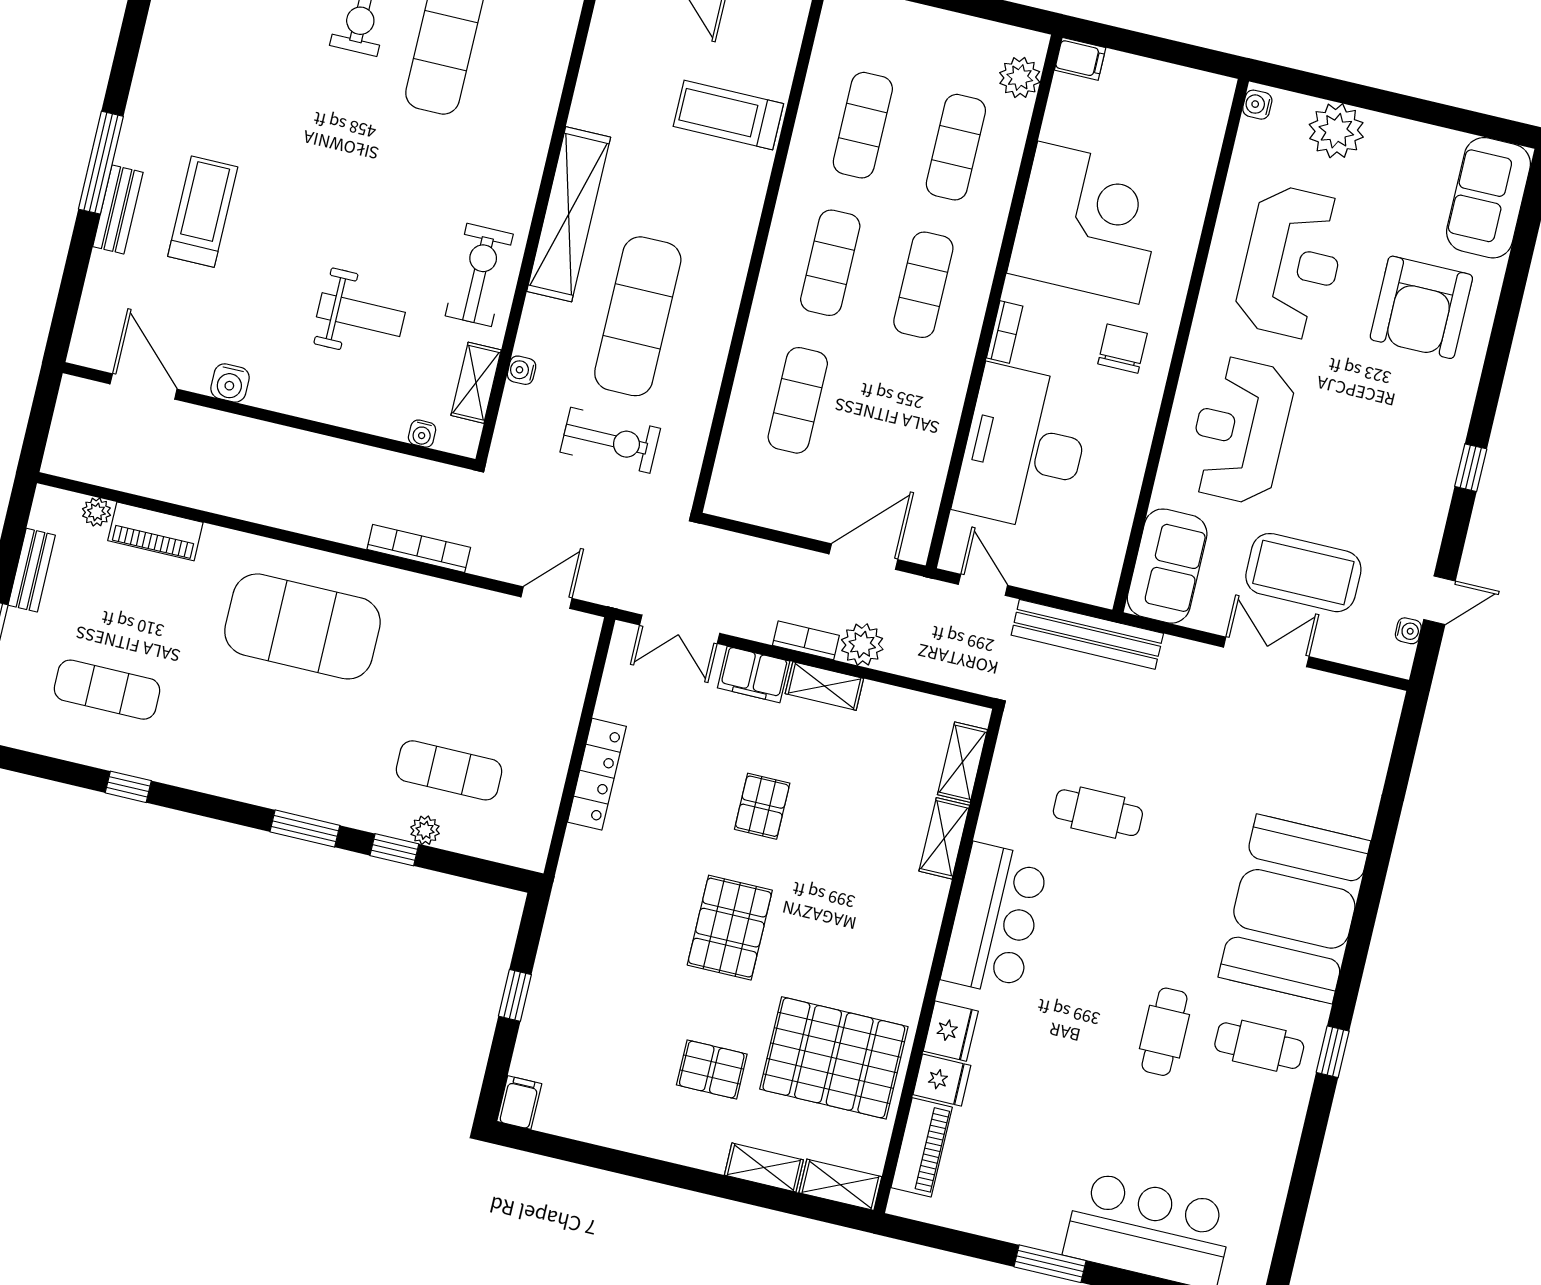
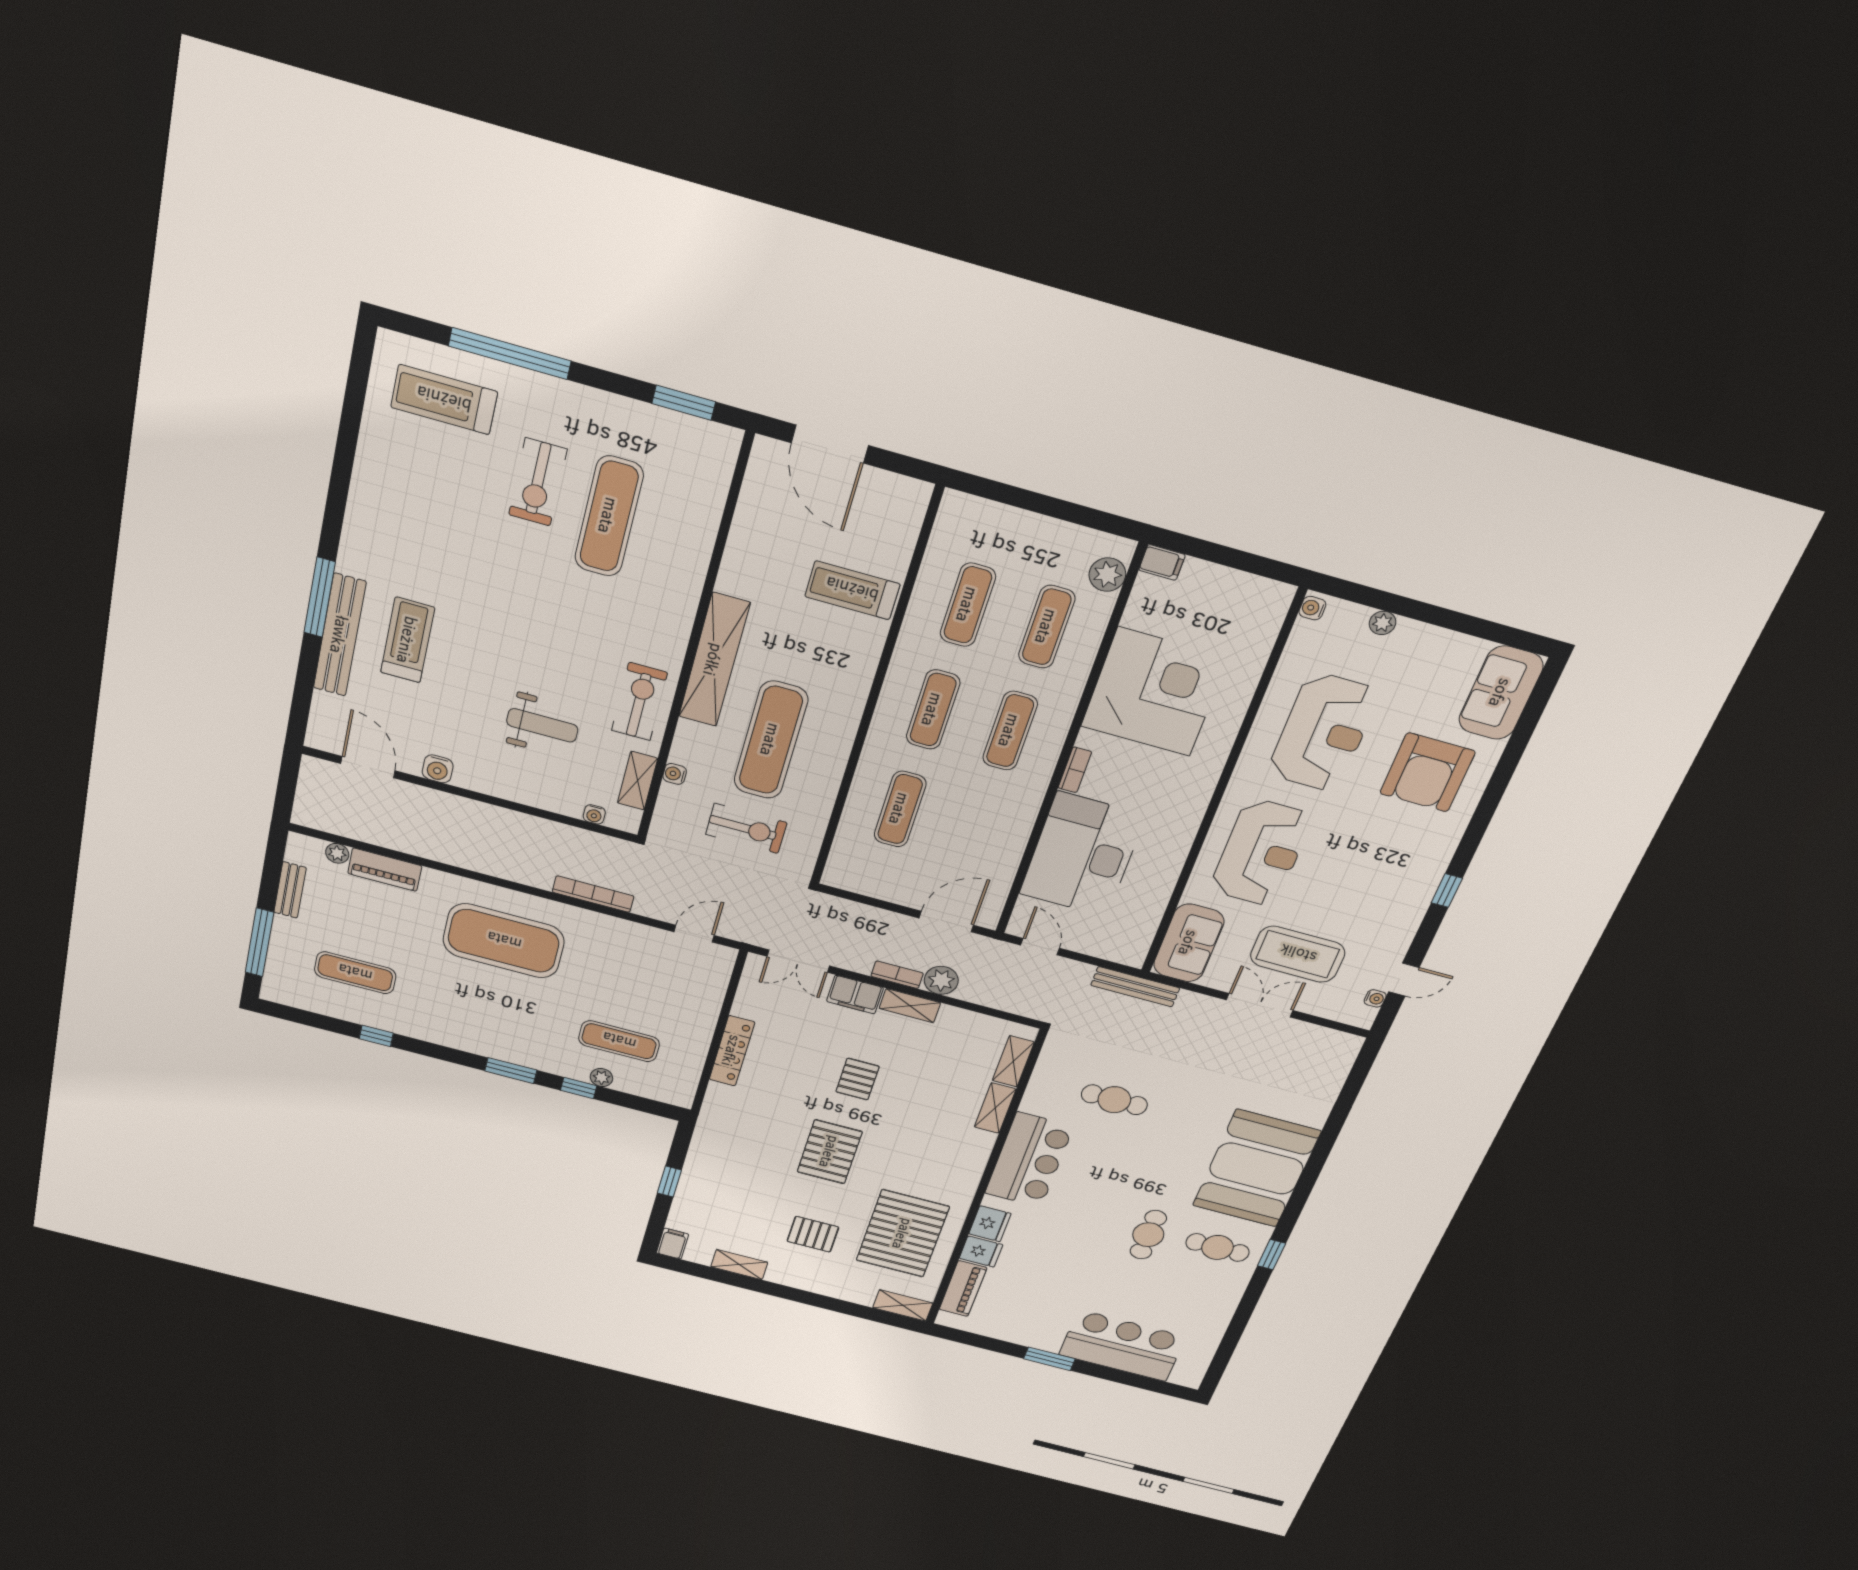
plant: (1336, 131) -> (1383, 623), width x0.53, depth x0.53
bench: (118, 209) -> (340, 635), width x1.86, depth x1.21
chair: (1123, 349) -> (1172, 788), removed
reception desk: (1240, 430) -> (1261, 853), turned 180
bench: (1087, 634) -> (1135, 987), width x0.73, depth x0.82
pallet: (834, 1058) -> (903, 1234), turned 90
shelving: (764, 1168) -> (739, 1265), moved

